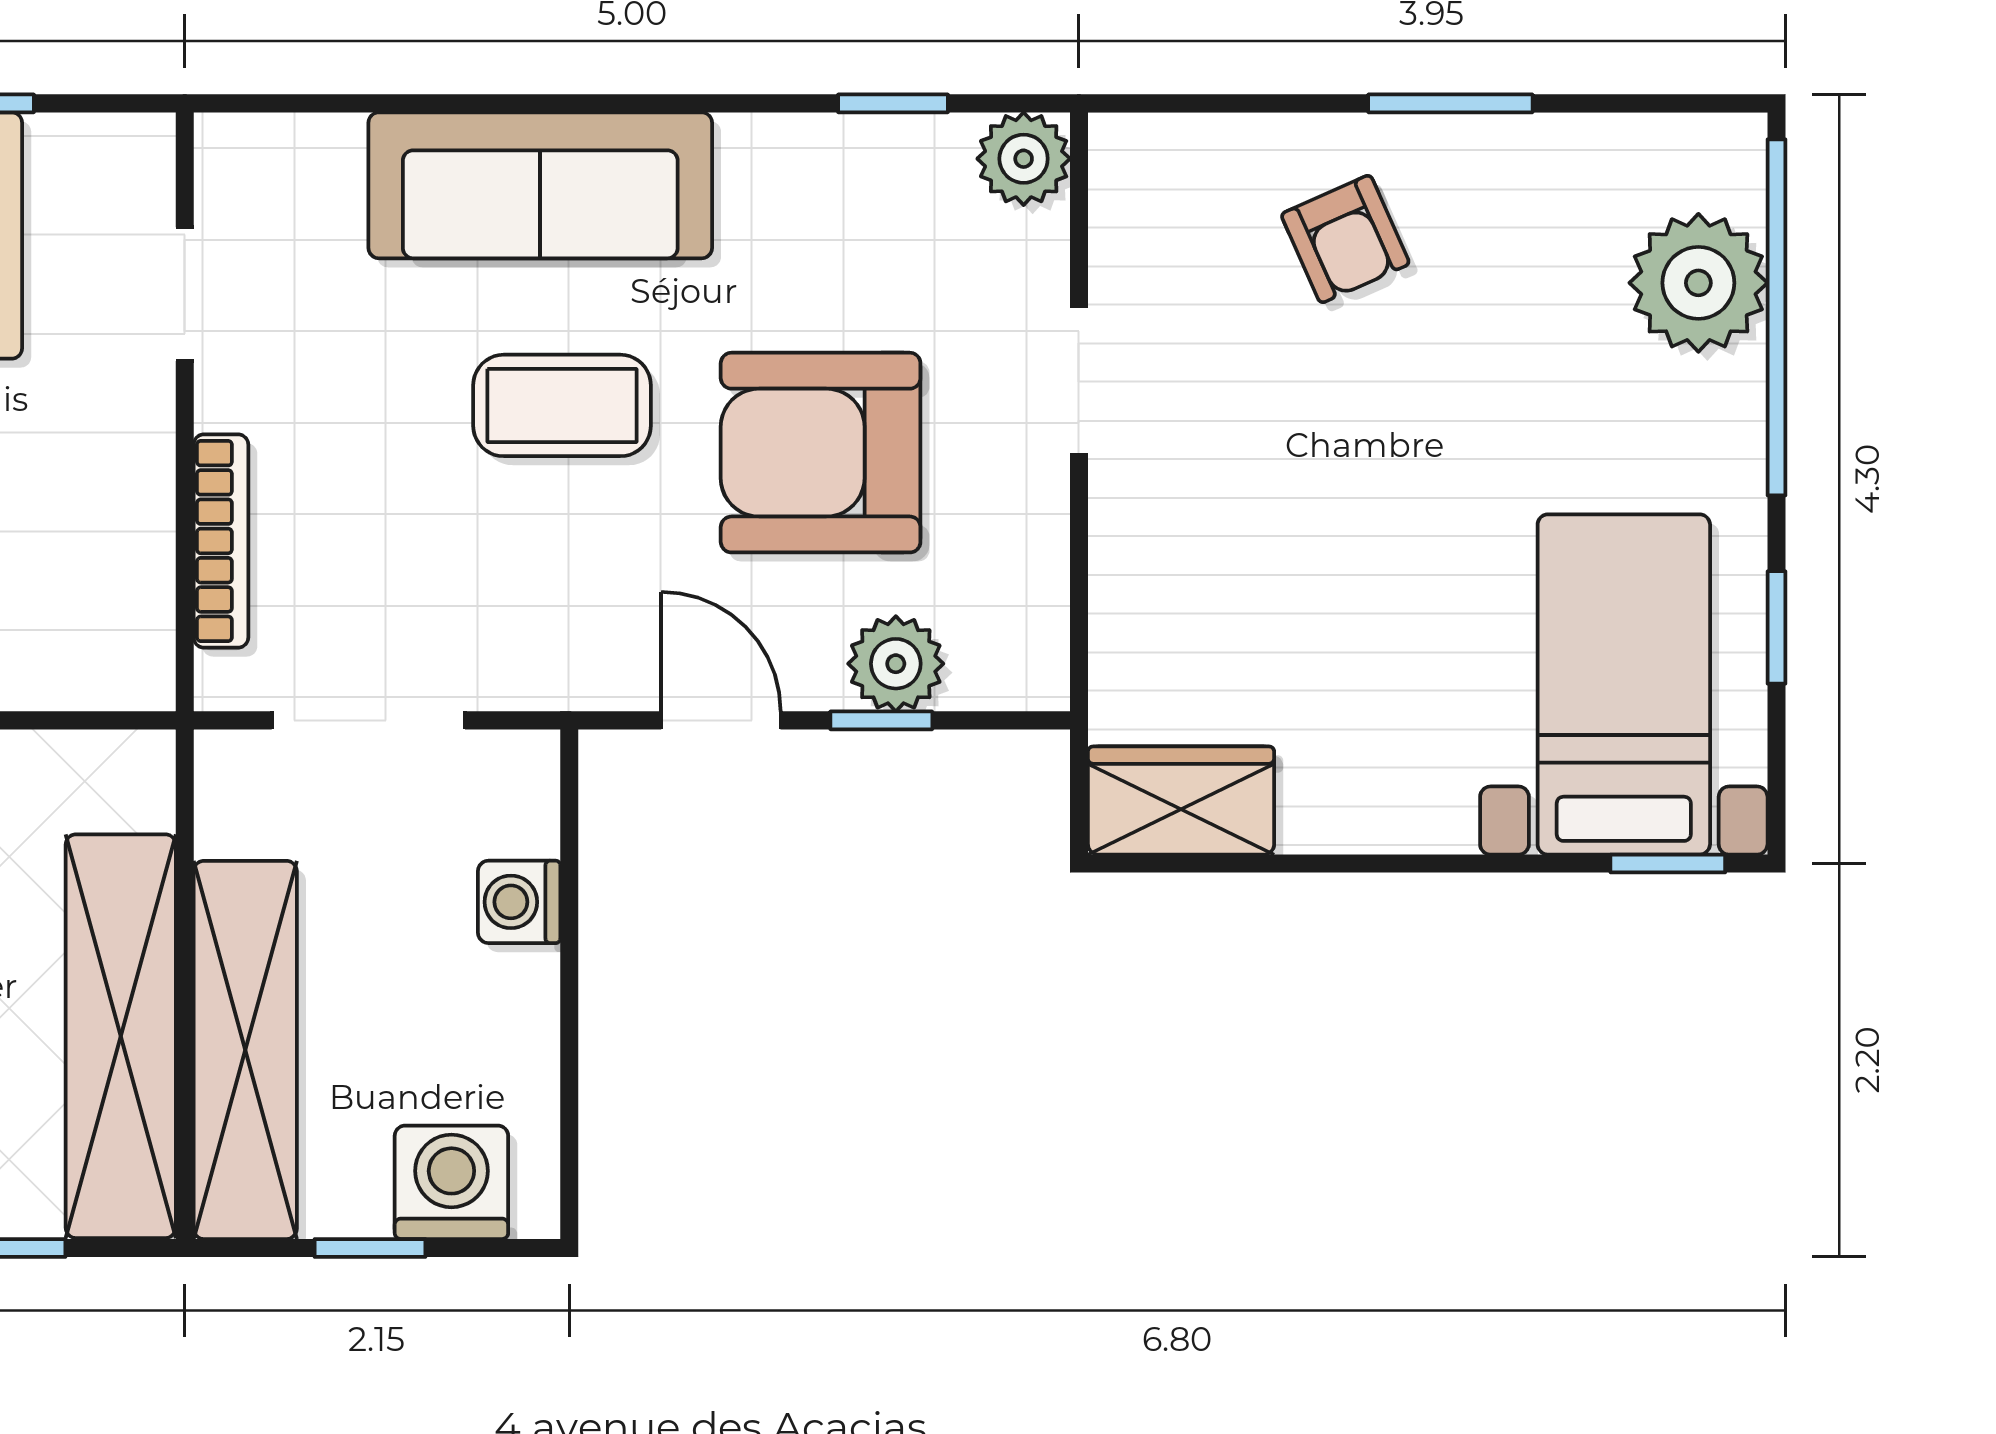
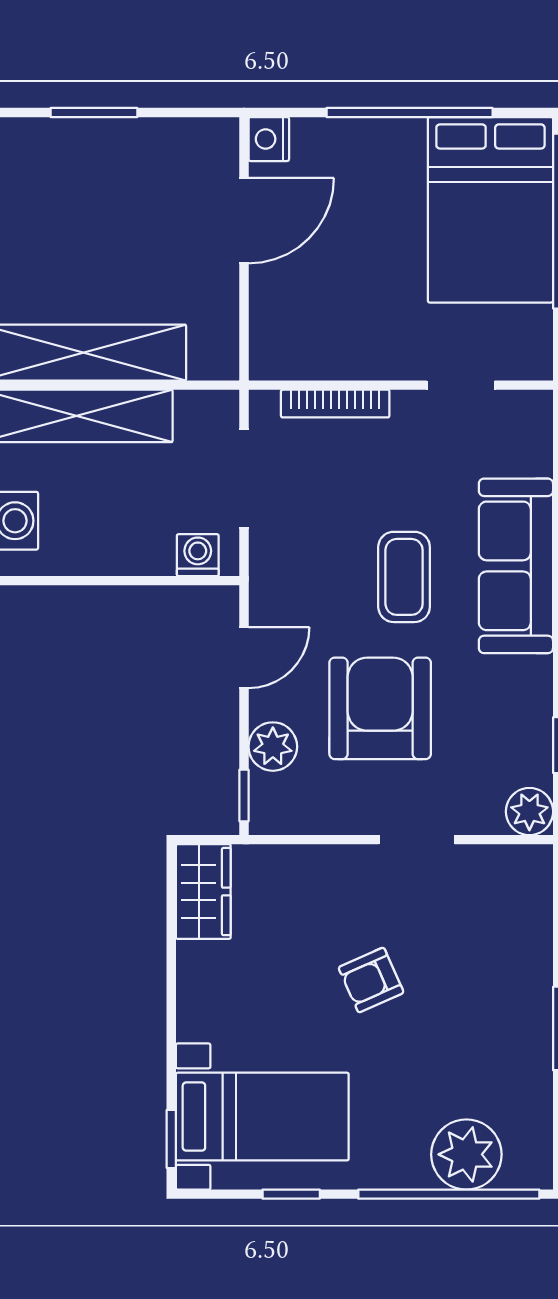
armchair: (1345, 239) -> (371, 980), moved
window: (881, 720) -> (244, 796), moved
washing machine: (519, 902) -> (198, 555), moved

